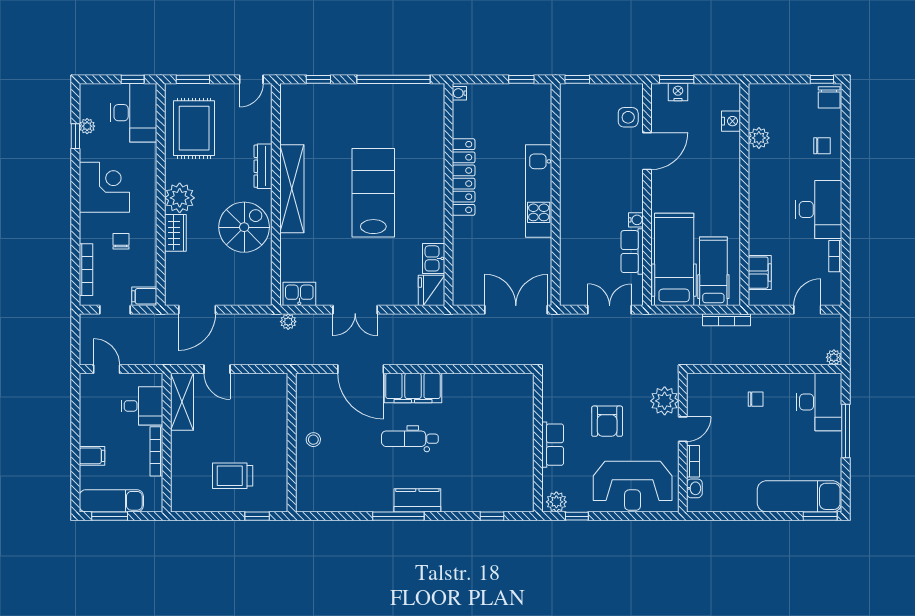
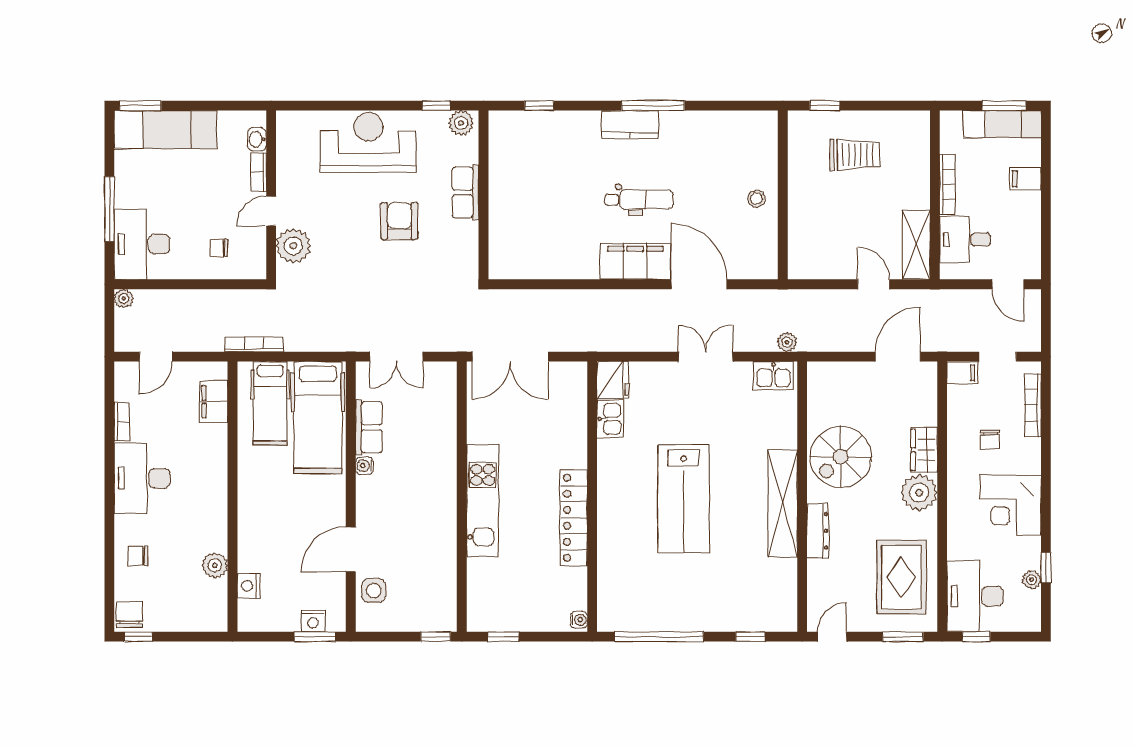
plant: (665, 401) -> (293, 246), moved
door: (683, 429) -> (271, 211), moved
wall: (683, 443) -> (271, 195), moved
bookcase: (693, 461) -> (259, 172), moved
washbasin: (694, 488) -> (257, 139), moved

